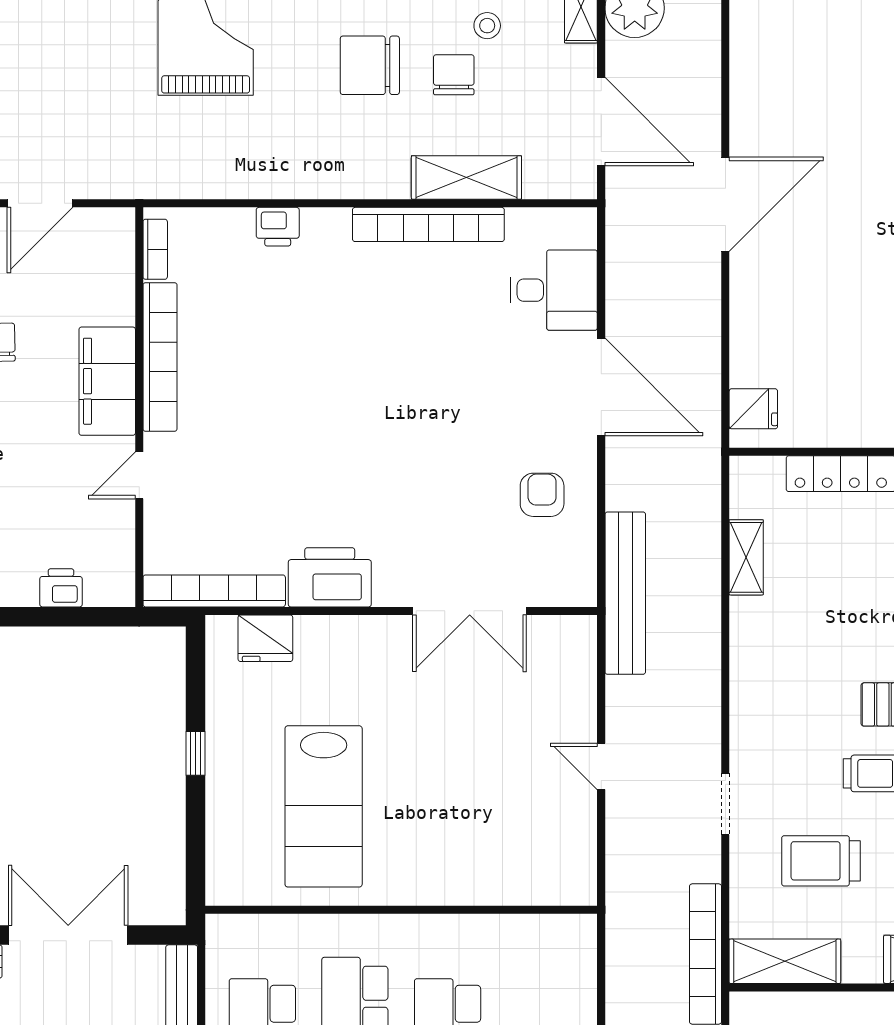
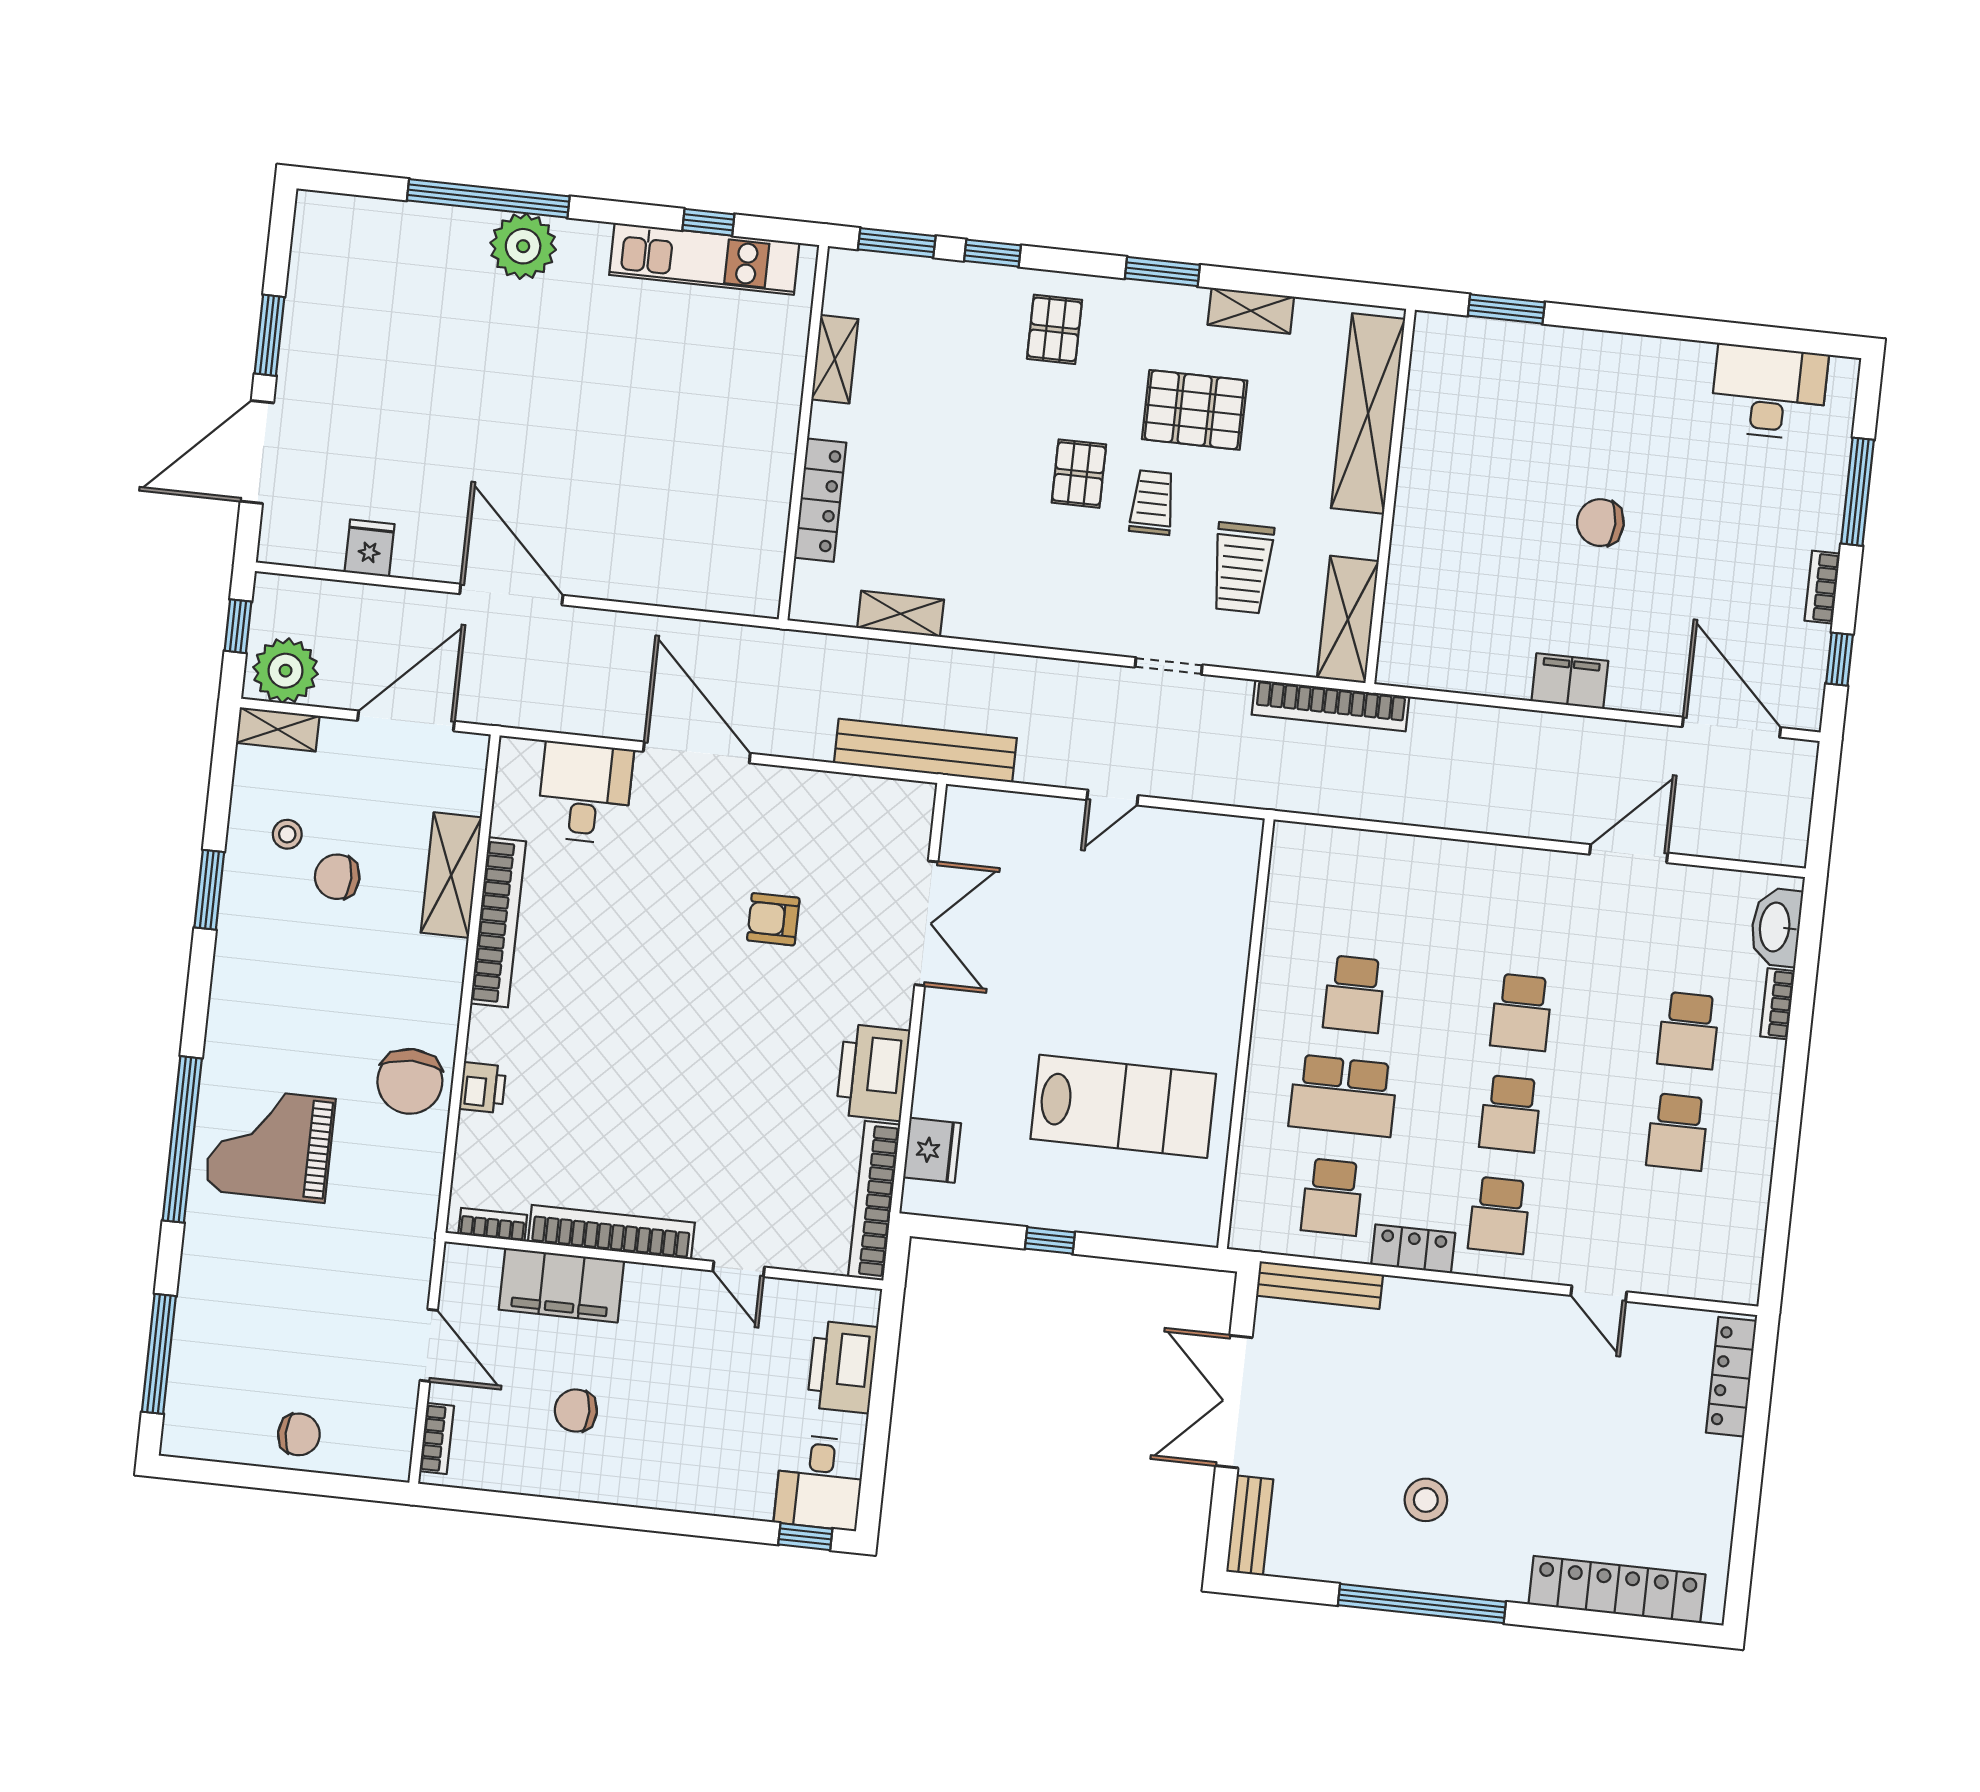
chair: (370, 65) -> (410, 1081), moved
filing cabinet: (107, 381) -> (561, 1285), moved
door: (601, 387) -> (697, 752), hinge flipped
fridge: (753, 409) -> (370, 548), moved
armchair: (542, 495) -> (773, 919), moved
printer: (61, 588) -> (842, 1367), width x1.87, depth x1.48

